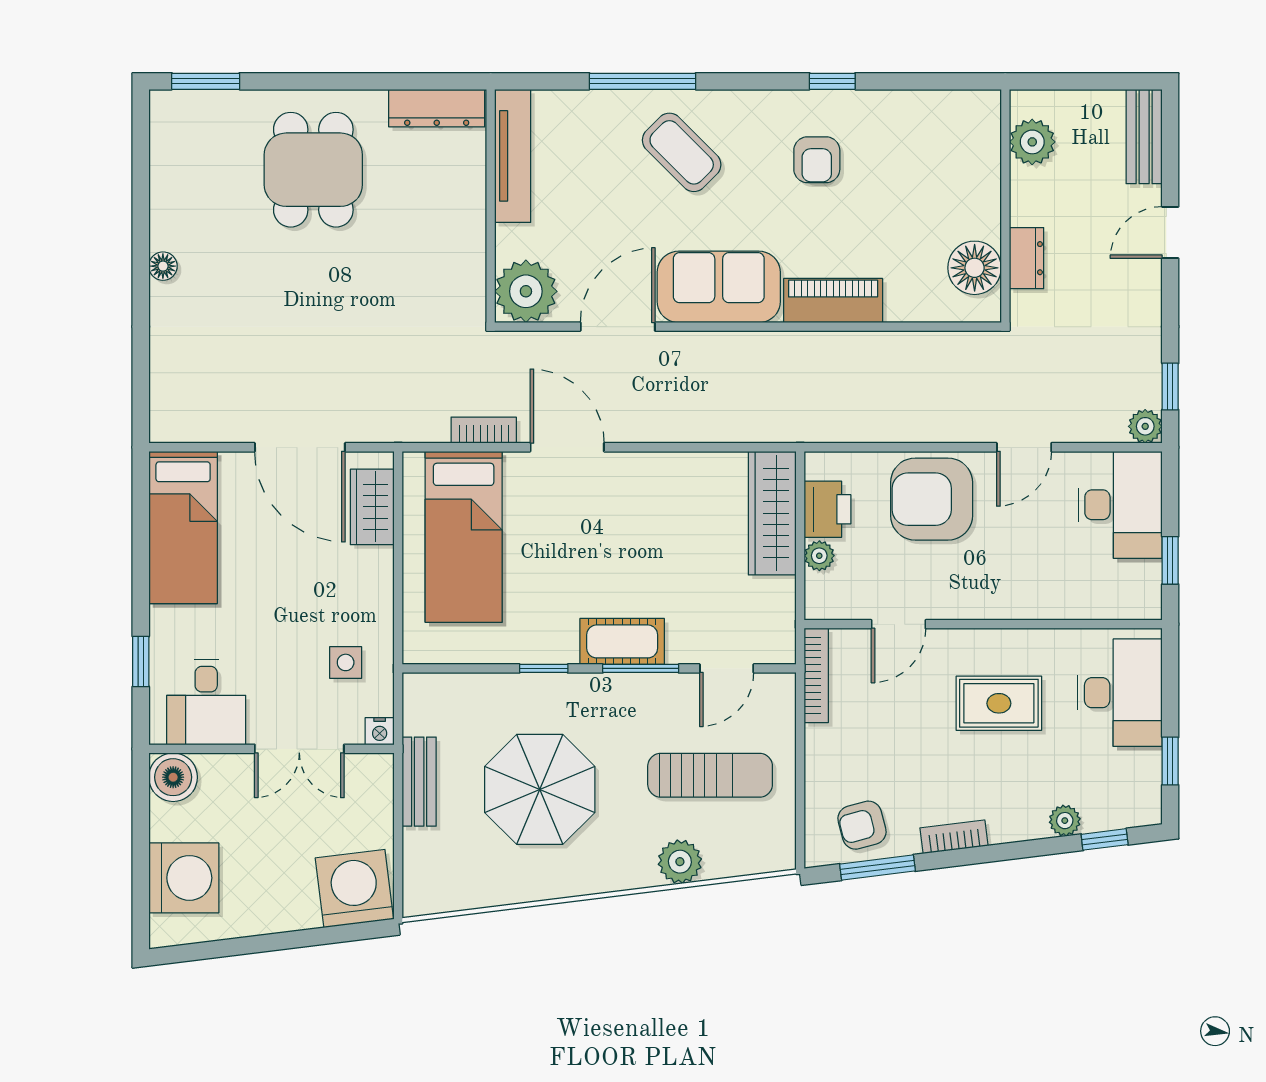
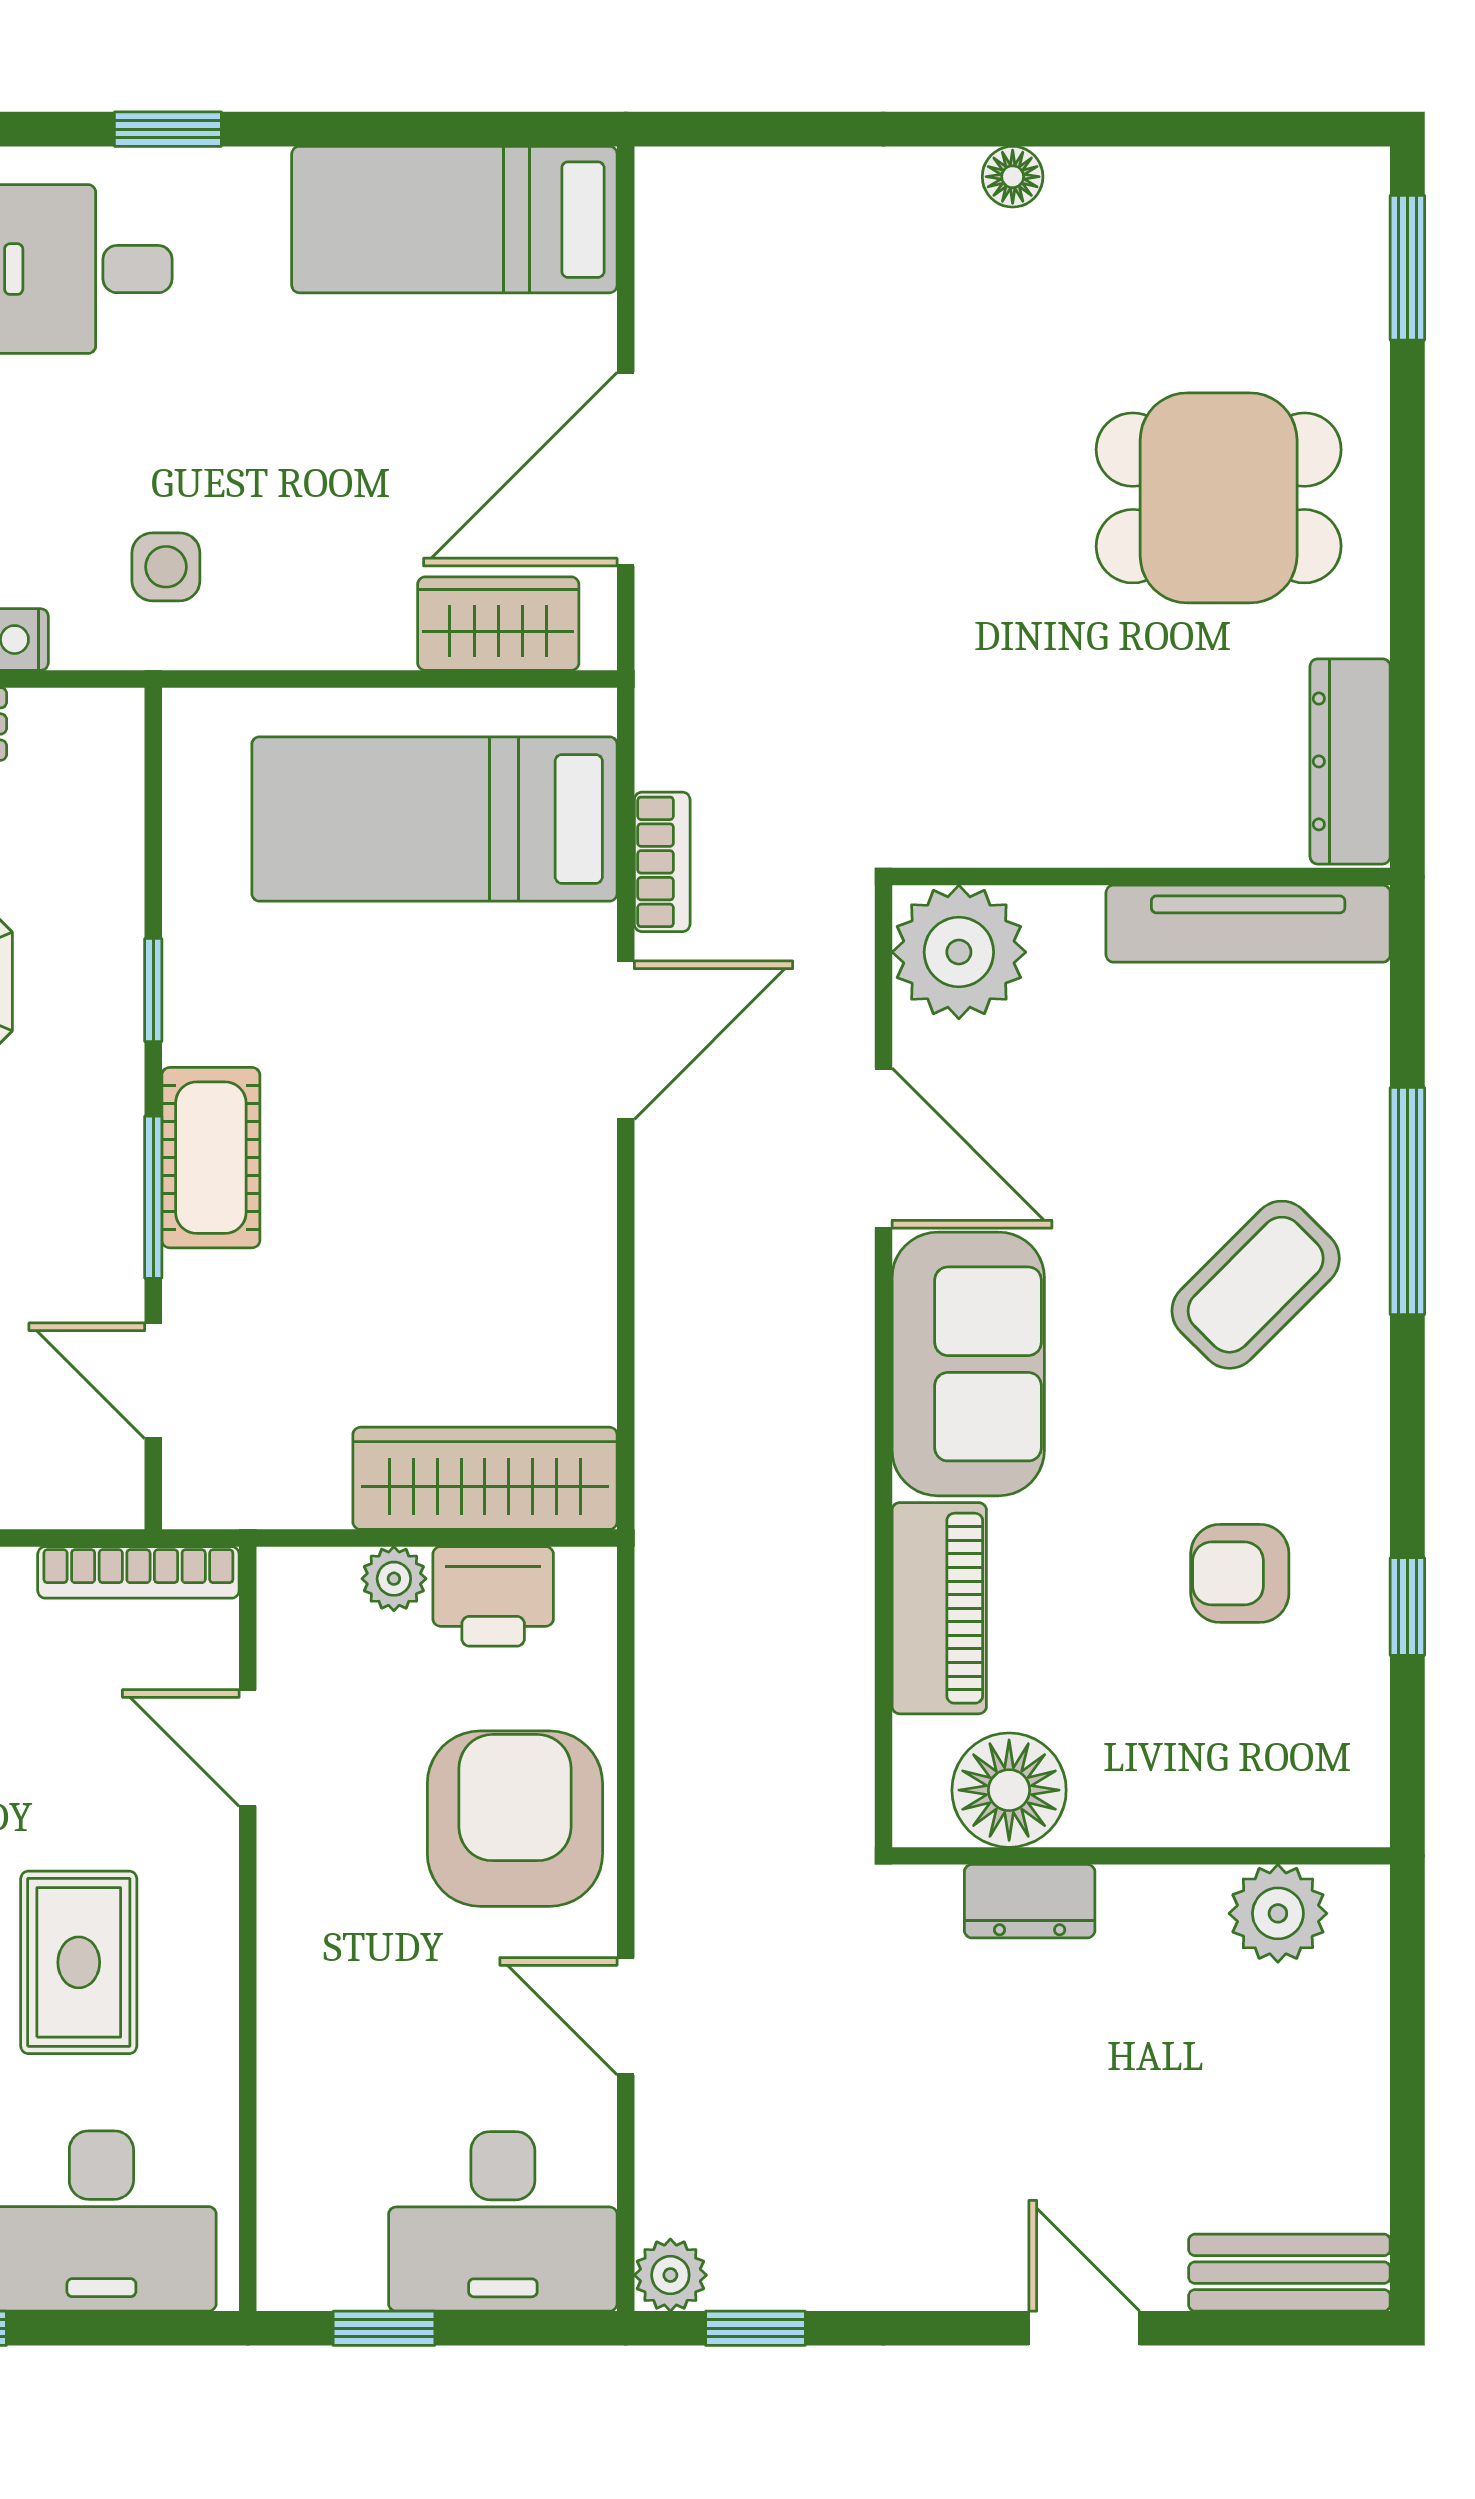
plant: (1032, 142) -> (1278, 1913), moved
wall: (1005, 206) -> (1141, 1856), moved
dresser: (1027, 258) -> (1030, 1901), moved
floor lamp: (975, 268) -> (1009, 1790), moved

